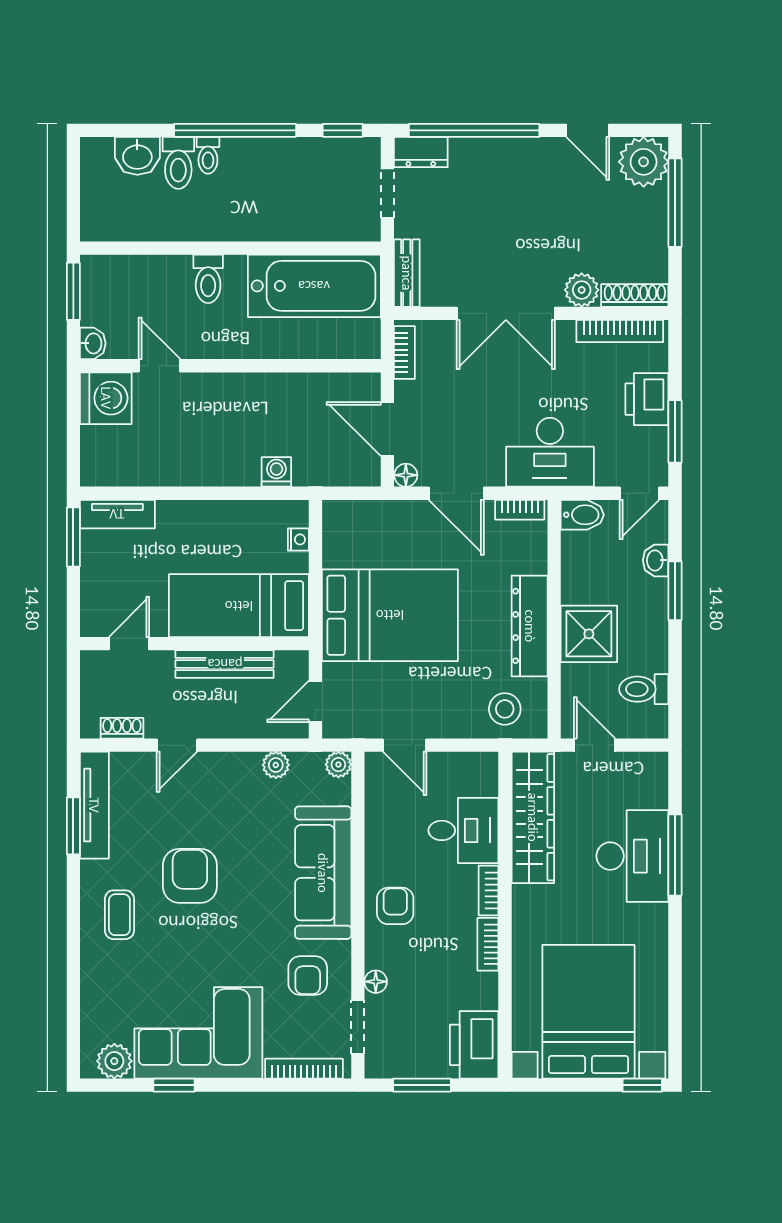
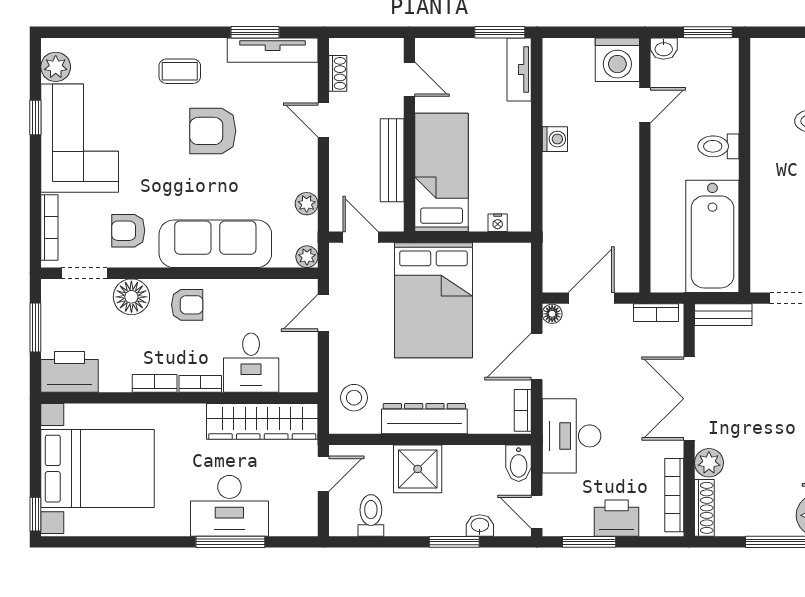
washing machine: (276, 472) -> (555, 139), moved
armchair: (190, 876) -> (213, 131), turned 180
floor lamp: (376, 982) -> (131, 297), width x1.89, depth x1.89

